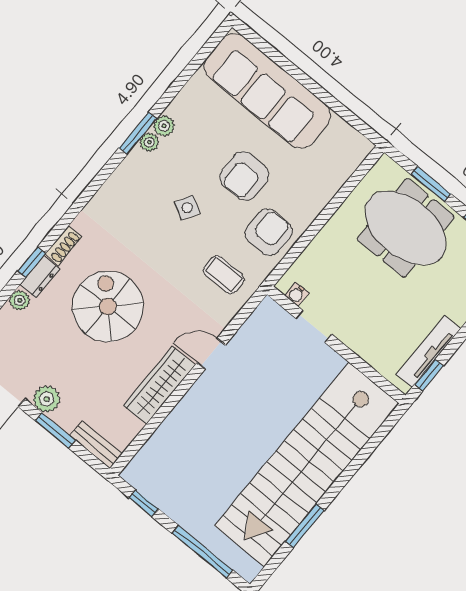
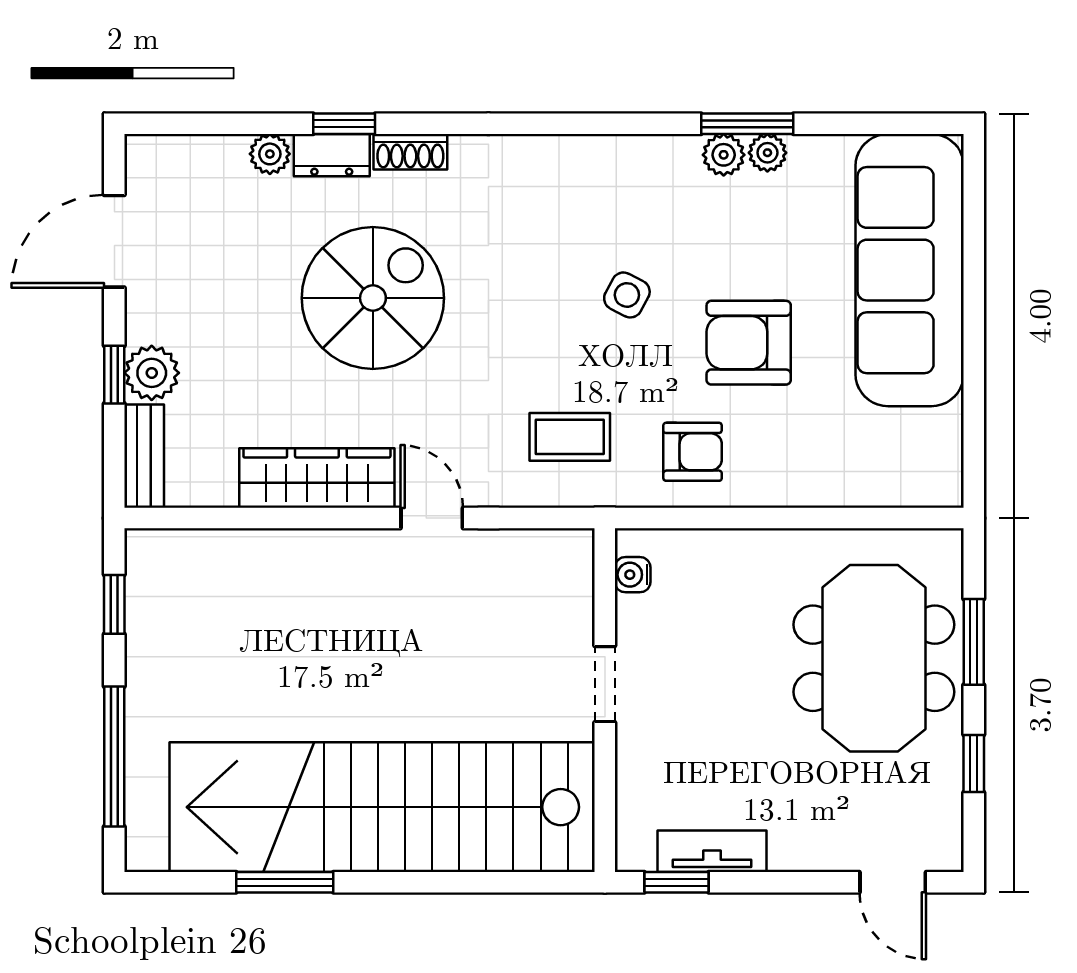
window: (138, 133) -> (747, 124), moved
plant: (149, 142) -> (767, 153), moved
armchair: (268, 232) -> (693, 452), width x0.72, depth x0.72
coffee table: (224, 275) -> (570, 437), turned 90
doorway: (314, 326) -> (605, 684), moved
tv unit: (428, 351) -> (712, 851), width x0.71
plant: (47, 399) -> (152, 373), moved
window: (55, 430) -> (114, 375), width x0.67

